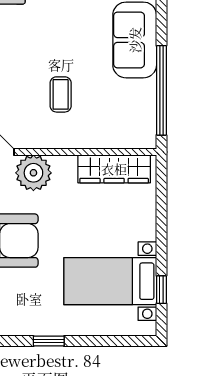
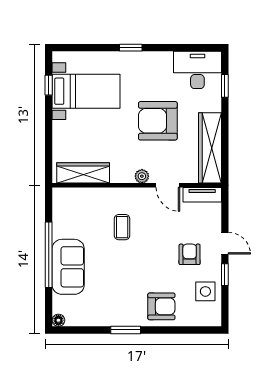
window: (161, 90) -> (49, 255), moved
plant: (33, 173) -> (142, 176), width x0.53, depth x0.53

